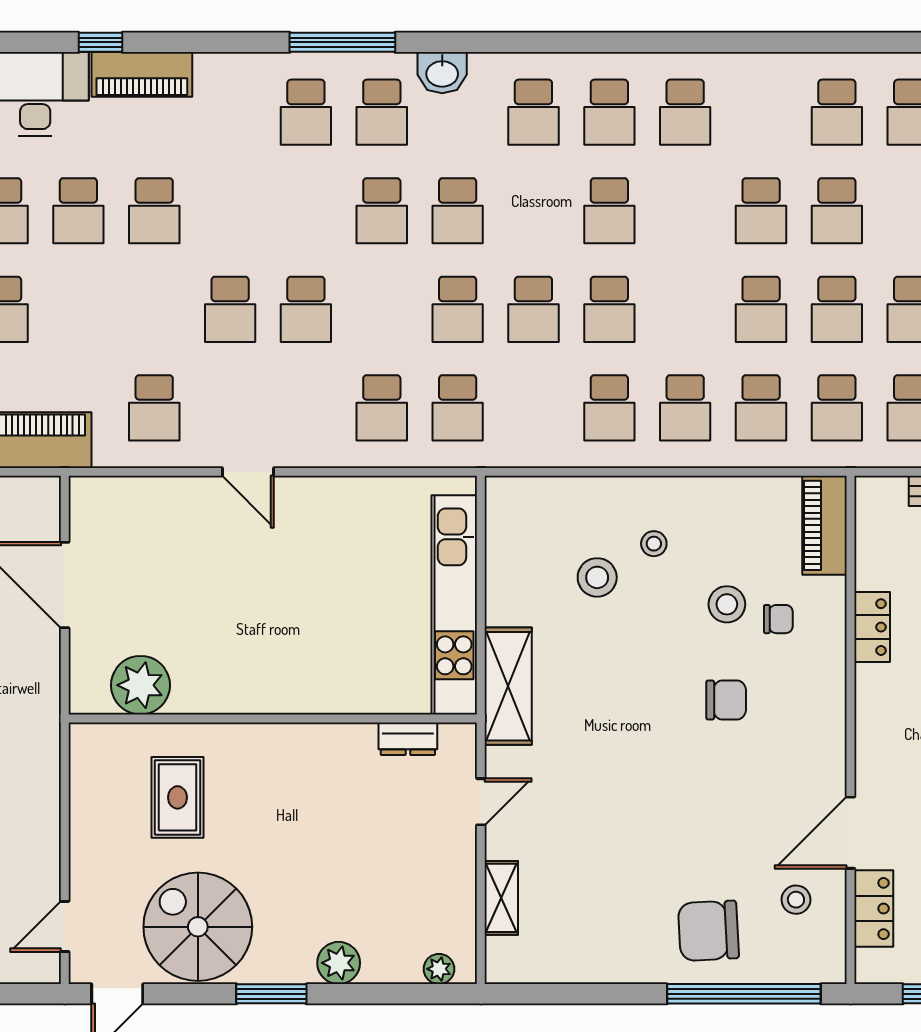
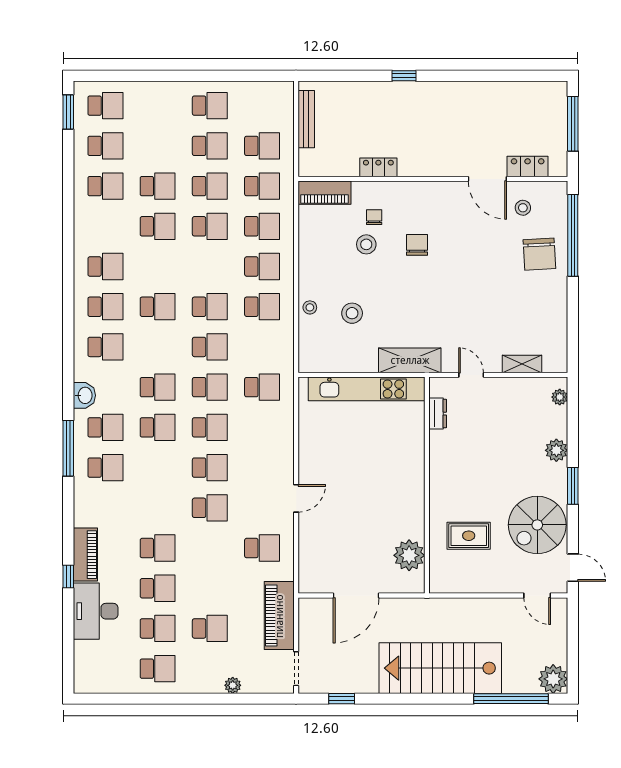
school desk: (382, 408) -> (210, 427), moved
stool: (654, 544) -> (310, 307), moved

